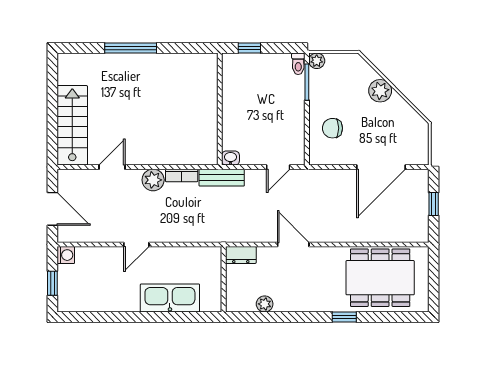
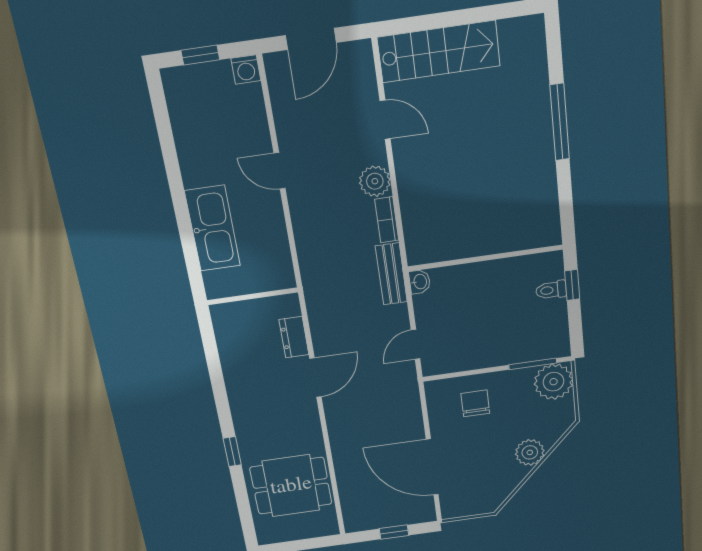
plant: (317, 61) -> (554, 382), width x1.88, depth x1.88
toilet: (298, 64) -> (551, 290), moved
door: (278, 167) -> (416, 344), hinge flipped
dresser: (241, 255) -> (294, 337), moved
dining table: (380, 278) -> (291, 486), width x0.73
plant: (265, 304) -> (229, 353), removed

